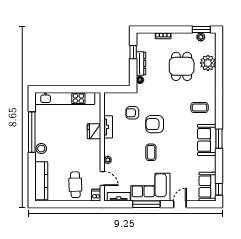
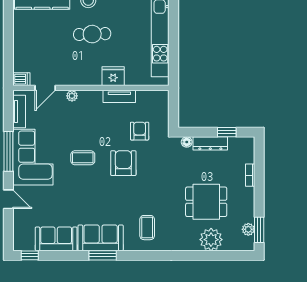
cafe table: (75, 185) -> (92, 34), moved
sofa: (207, 187) -> (56, 239), moved

